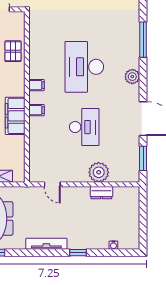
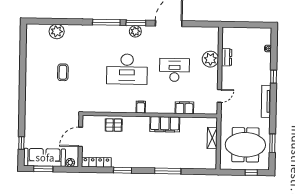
filing cabinet: (36, 110) -> (184, 108), moved, width x2.00
window: (143, 158) -> (136, 23), moved

